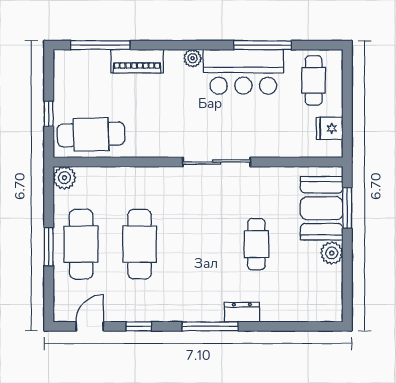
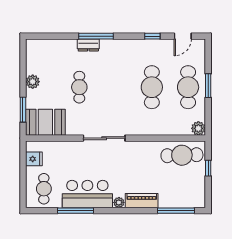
piano: (137, 61) -> (142, 201), moved
booth: (322, 208) -> (45, 122), moved, turned 90
window: (210, 326) -> (96, 36), moved

